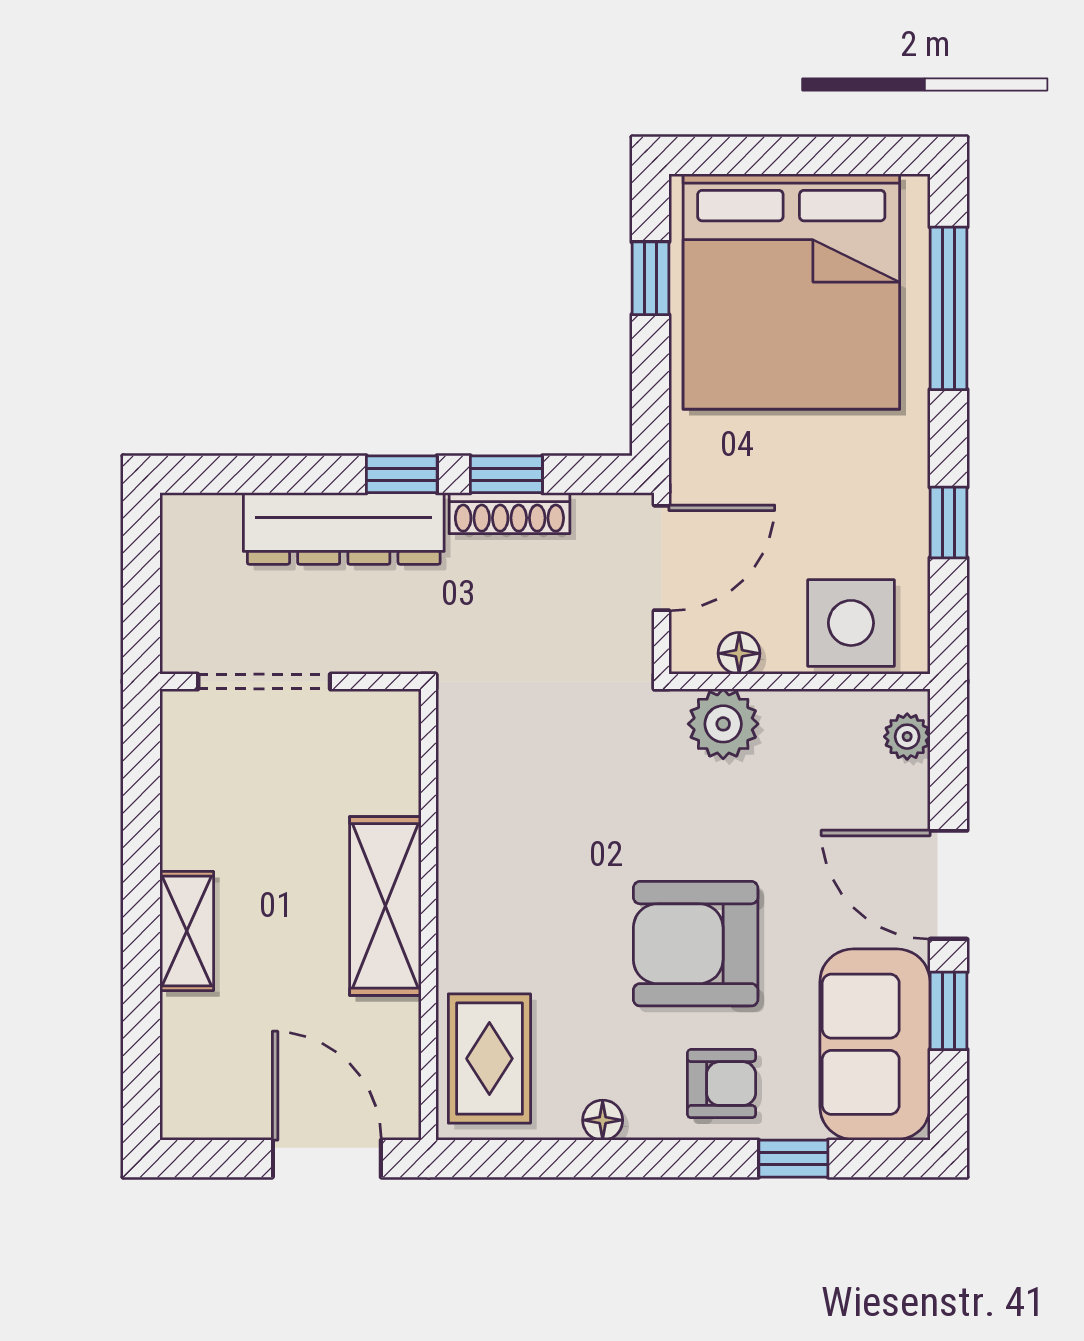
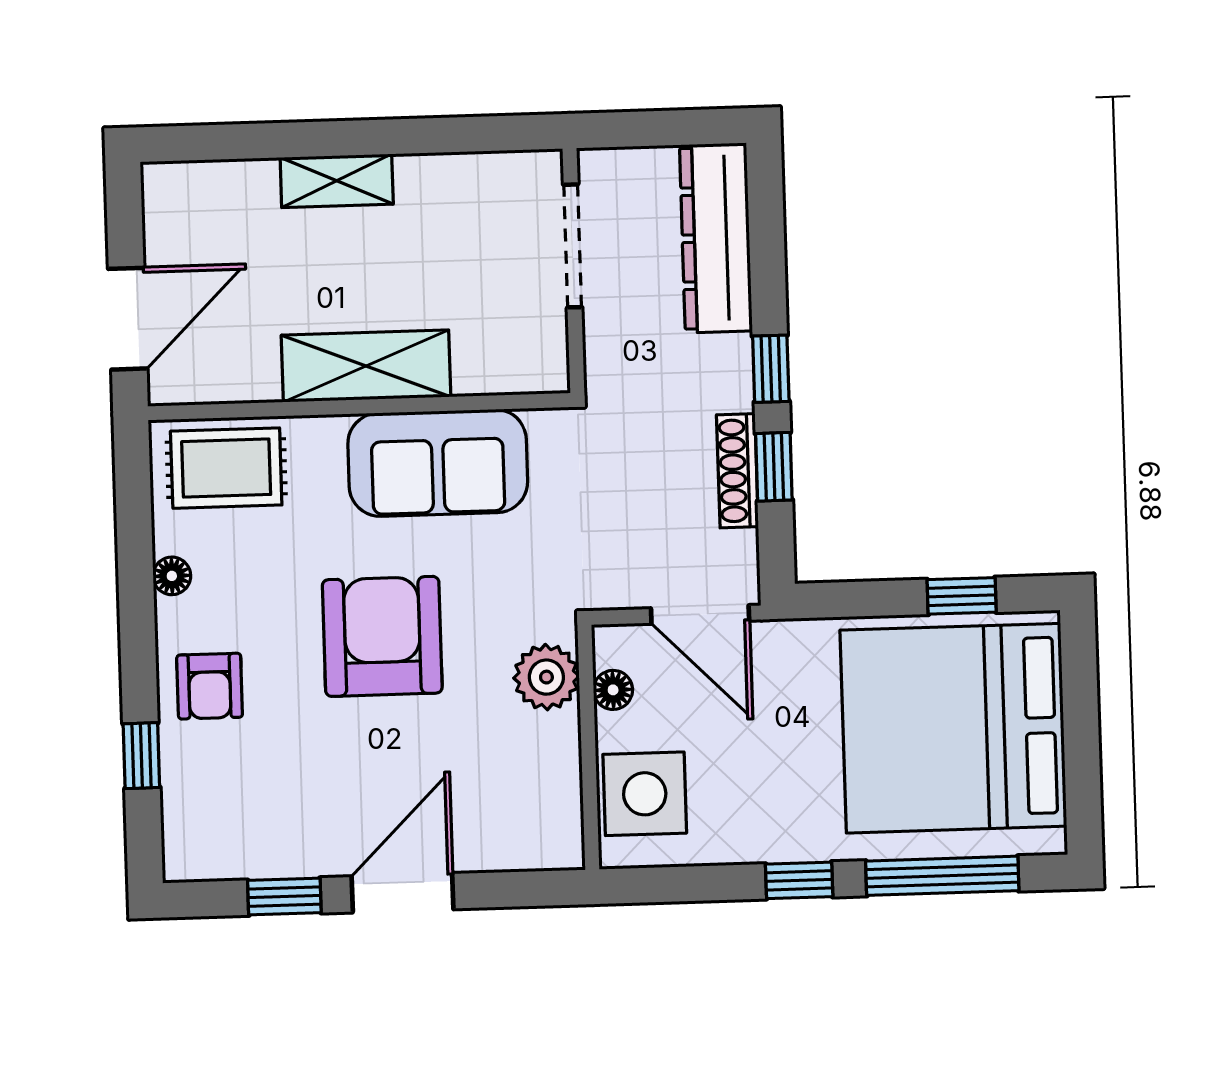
window: (948, 523) -> (799, 880), moved
dresser: (344, 528) -> (716, 238), moved
plant: (907, 737) -> (540, 850), removed
armchair: (696, 944) -> (382, 636), moved
sofa: (875, 1044) -> (438, 463), moved, turned 180

